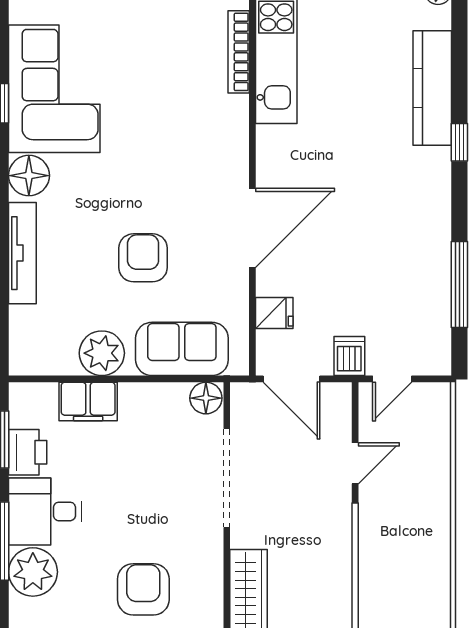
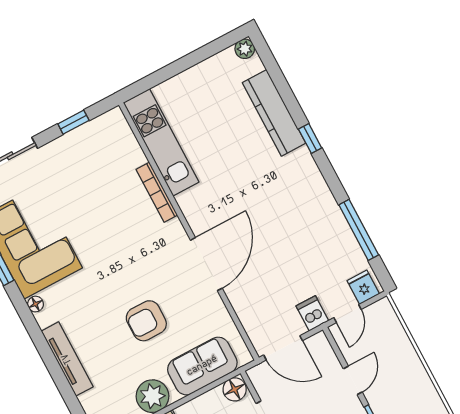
bookcase: (239, 52) -> (157, 192), moved
floor lamp: (29, 176) -> (36, 304), width x0.53, depth x0.53
armchair: (143, 258) -> (146, 321), turned -90
fridge: (274, 313) -> (363, 287), moved, turned -90

